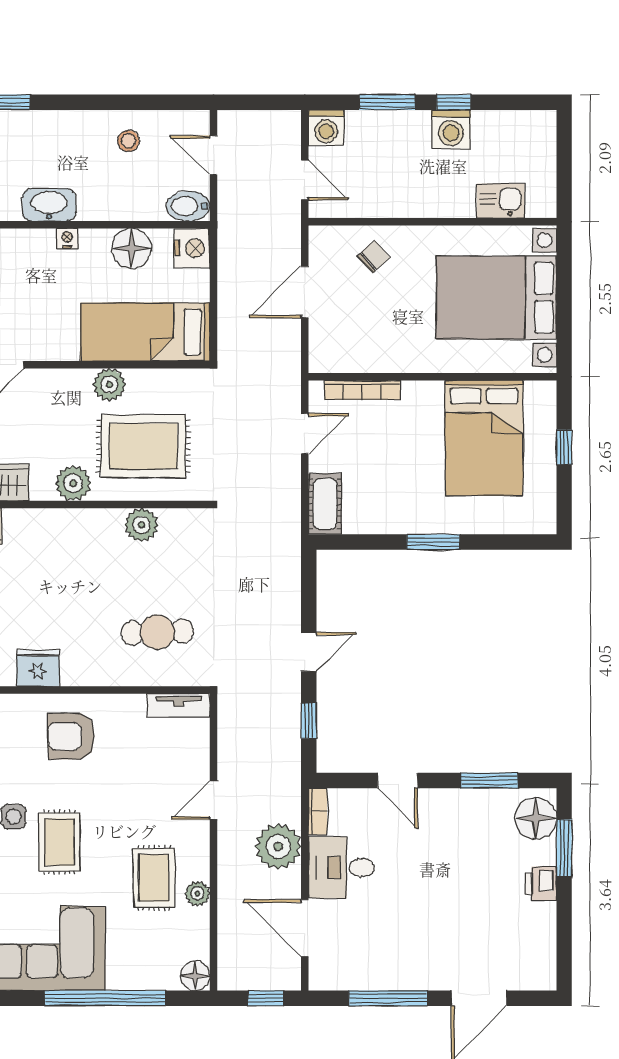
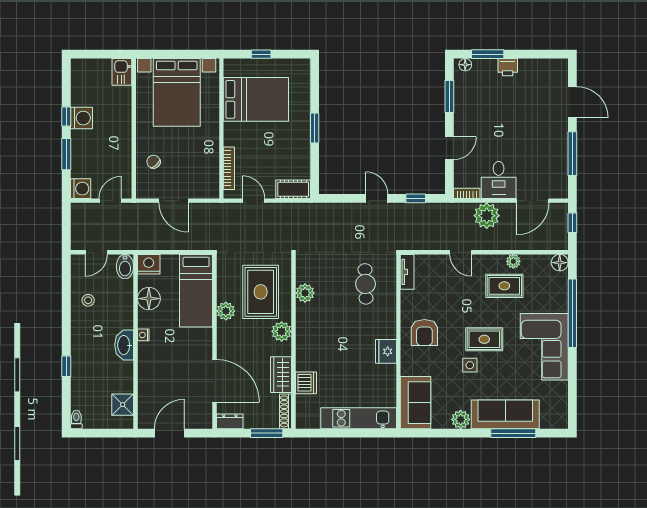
kitchen sink: (501, 201) -> (122, 72), moved
floor lamp: (536, 818) -> (465, 65), width x0.53, depth x0.53

